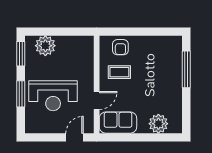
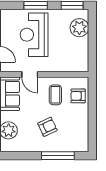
armchair: (154, 81) -> (48, 127), added

